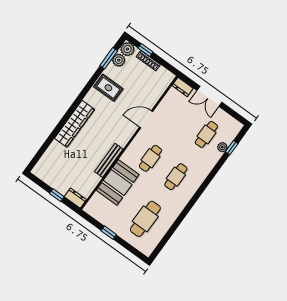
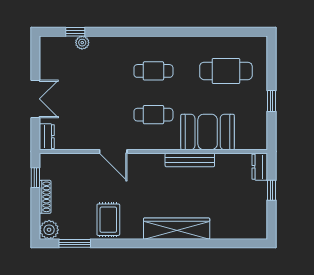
window: (145, 50) -> (35, 178), moved
plant: (119, 60) -> (69, 231), removed
cafe table: (206, 134) -> (81, 71), removed

